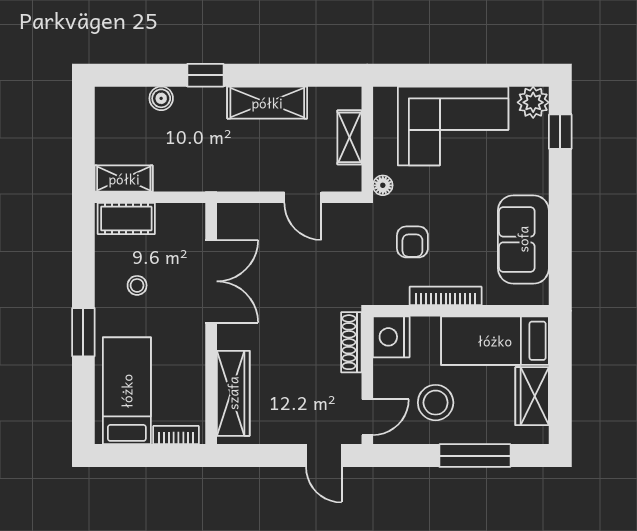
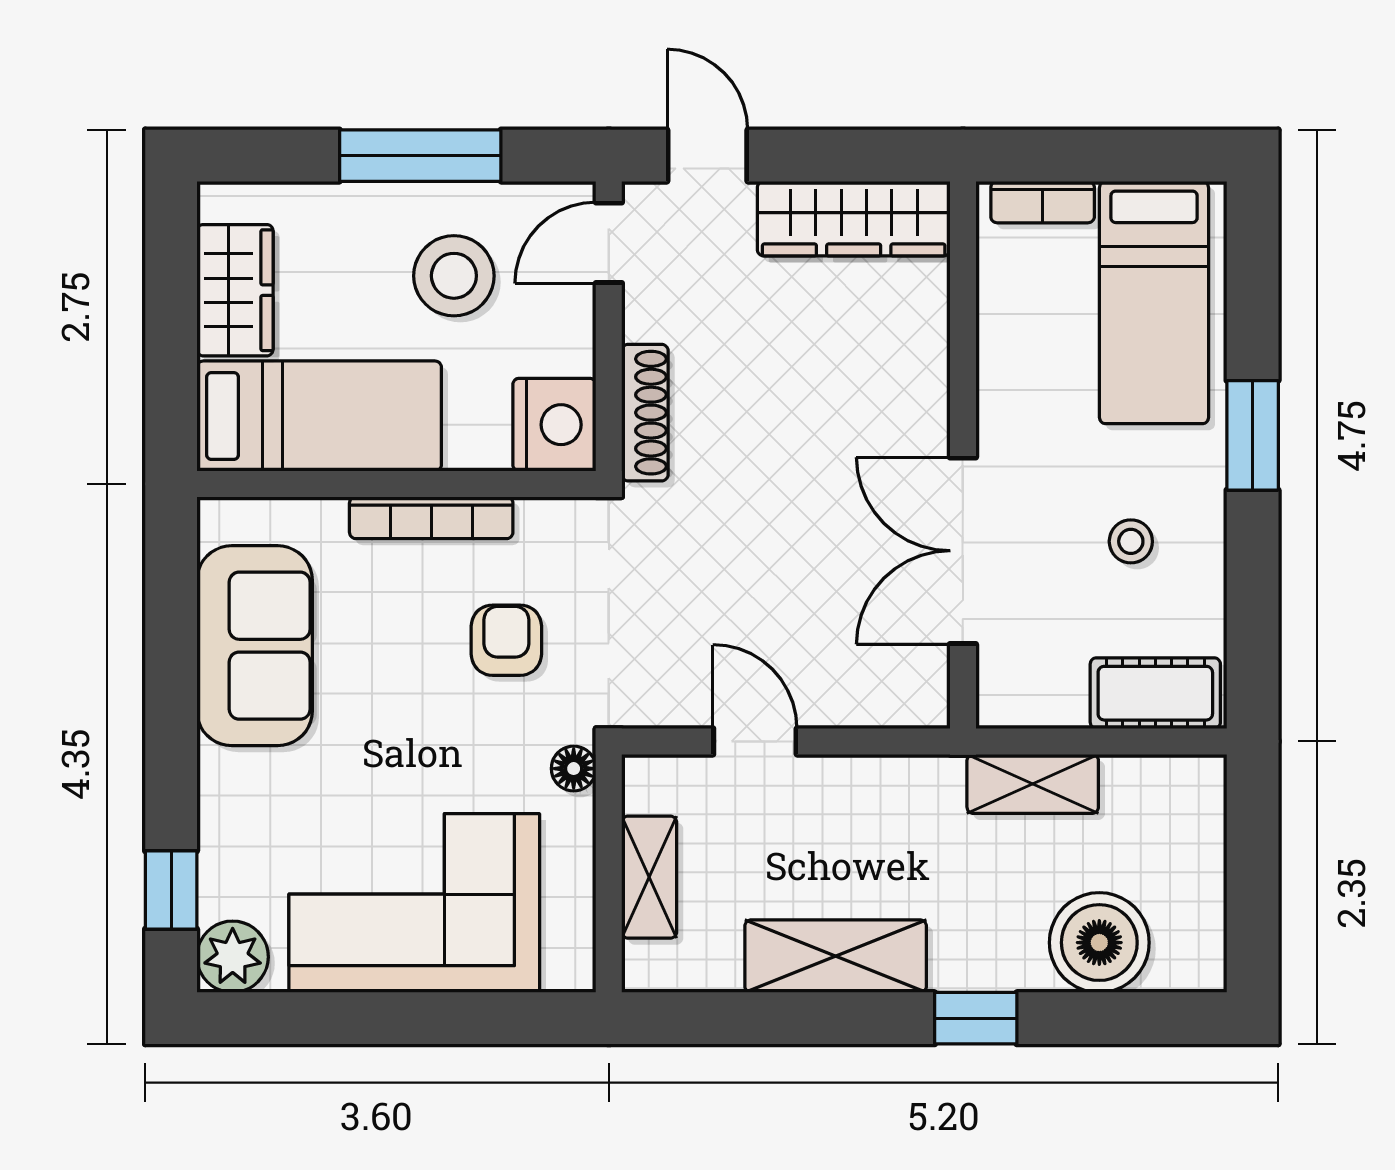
boiler: (161, 98) -> (1099, 943), width x1.86, depth x1.86
shelving: (124, 179) -> (1033, 784), moved
wardrobe: (233, 393) -> (854, 219), moved, turned -90
window: (475, 456) -> (420, 156), moved

